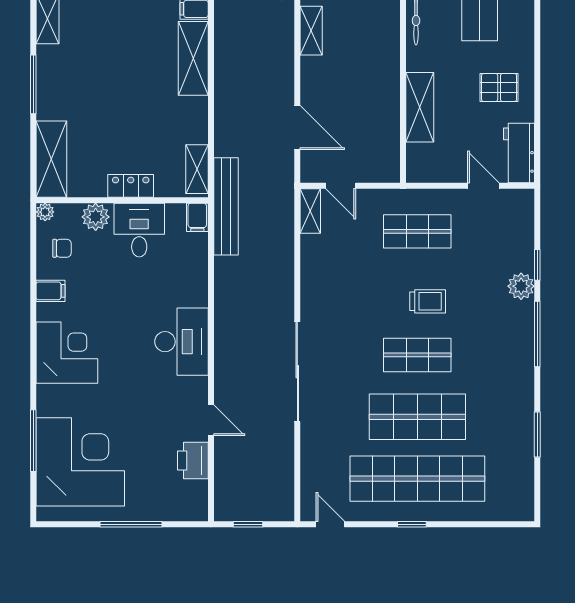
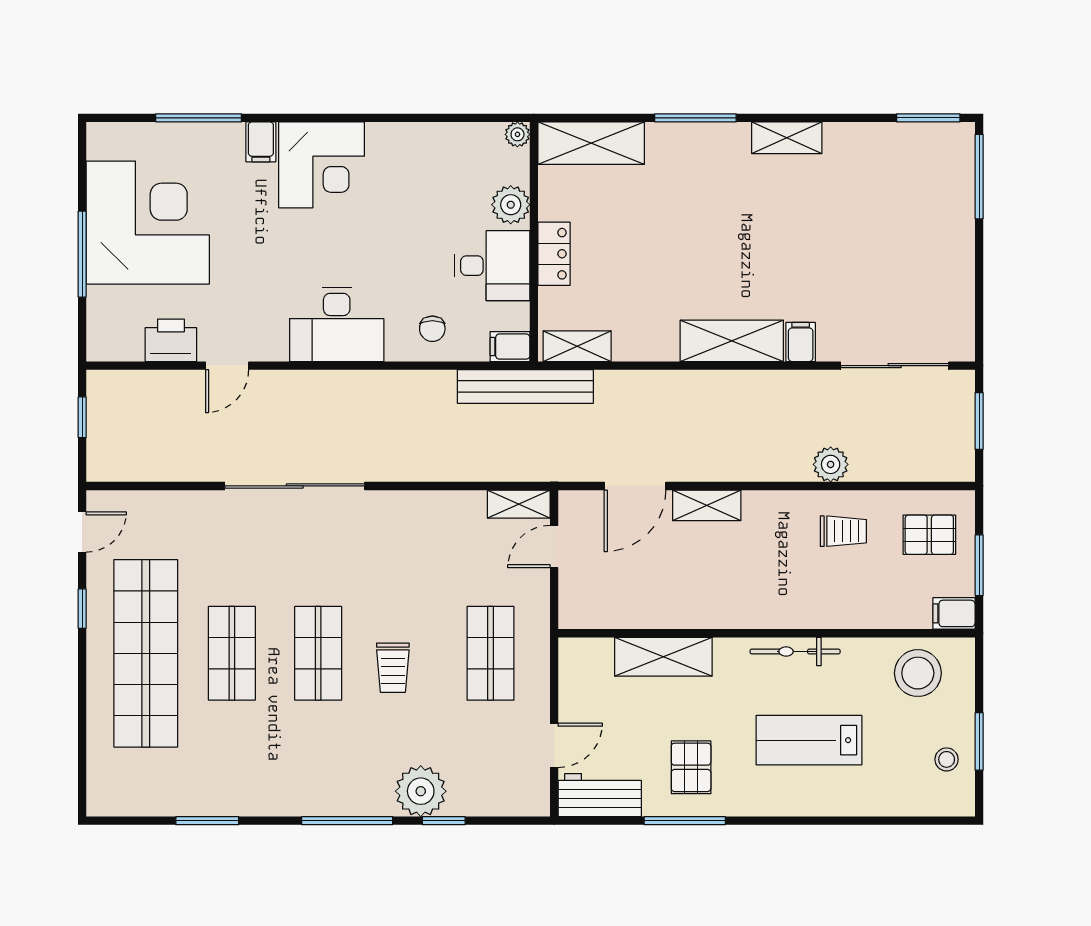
shelving: (311, 31) -> (707, 505), moved
window: (537, 92) -> (685, 821), added
chair: (62, 248) -> (432, 329), moved
plant: (521, 286) -> (421, 791), width x1.36, depth x1.36
filing cabinet: (50, 291) -> (261, 142), moved
shop shelf: (417, 417) -> (232, 653), width x0.70, depth x0.74
corner desk: (80, 462) -> (148, 223), moved, turned -90
window: (412, 524) -> (82, 609), moved

